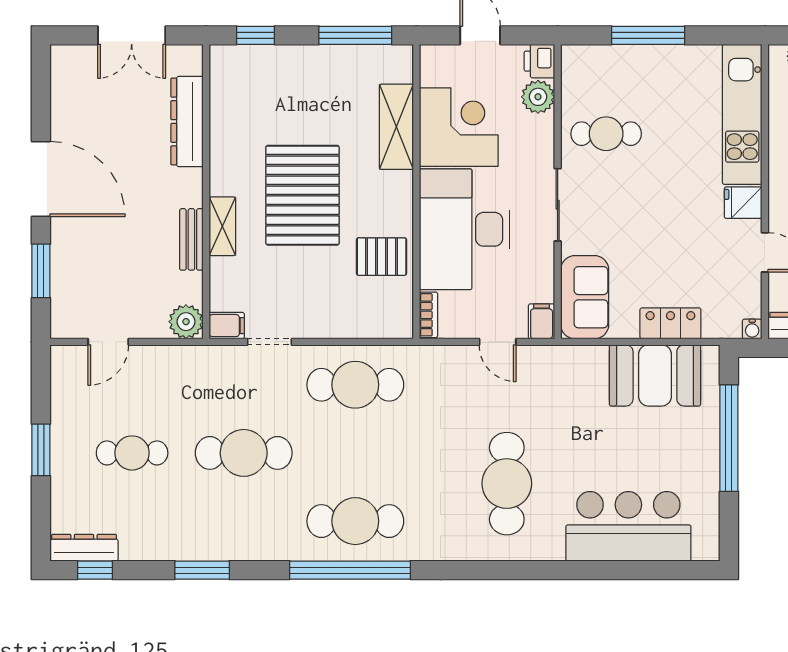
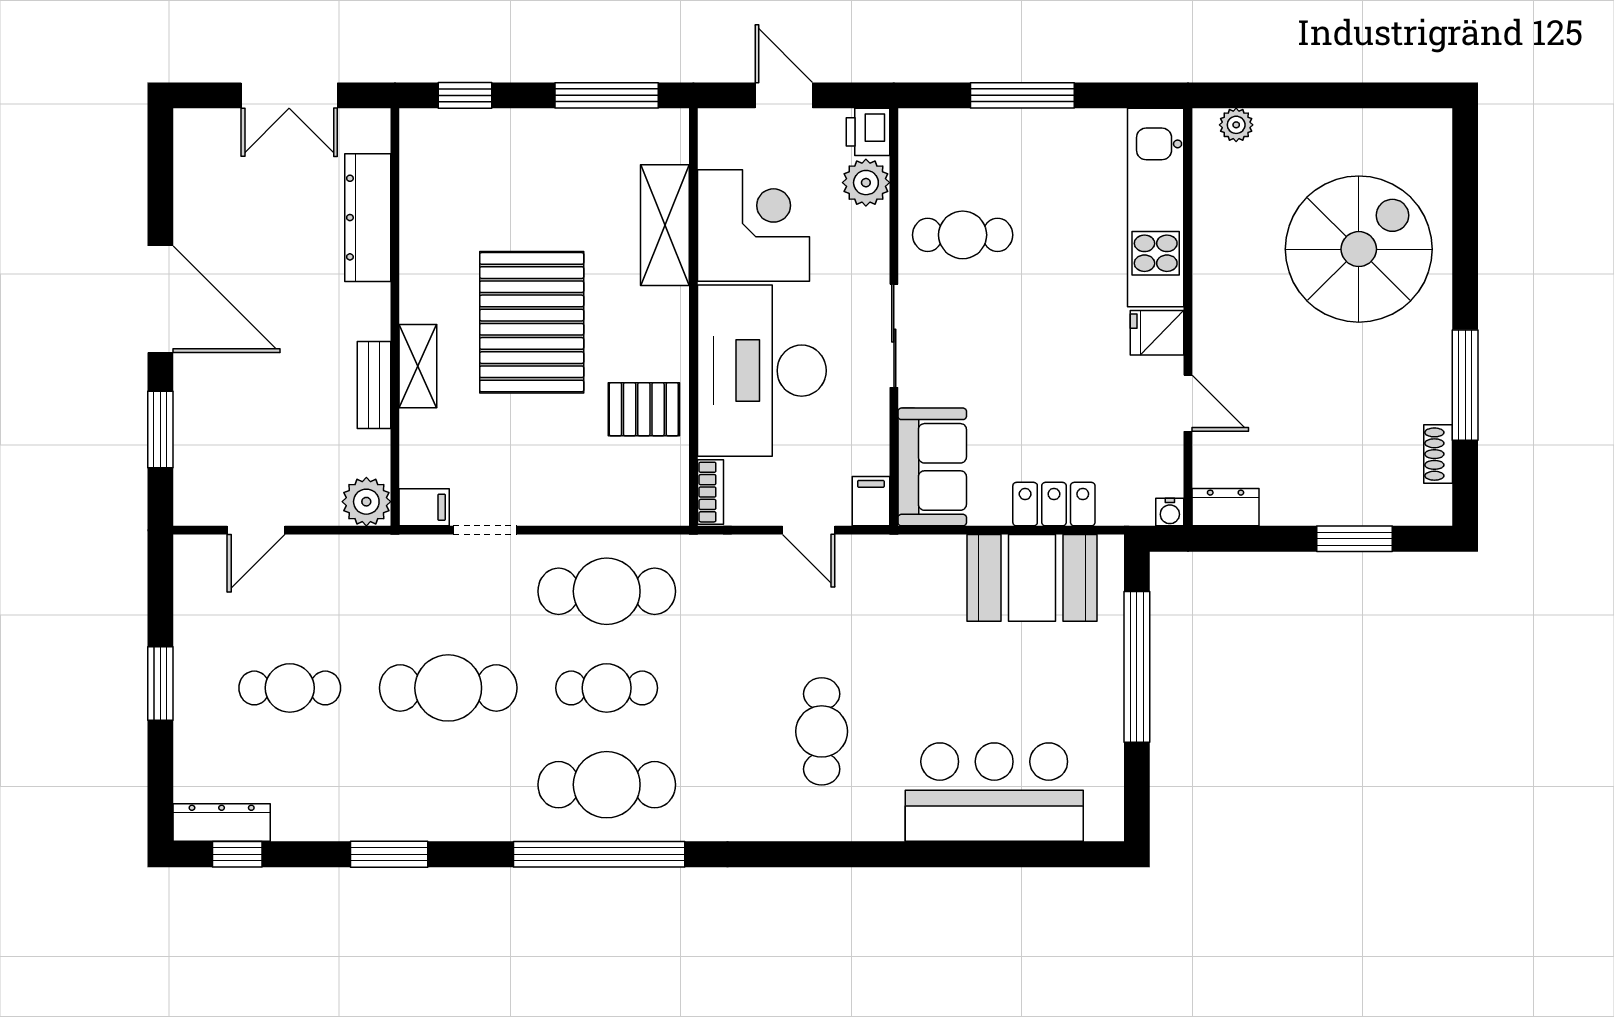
cafe table: (355, 453) -> (607, 688), added
cafe table: (507, 484) -> (822, 731), width x0.73, depth x0.74

